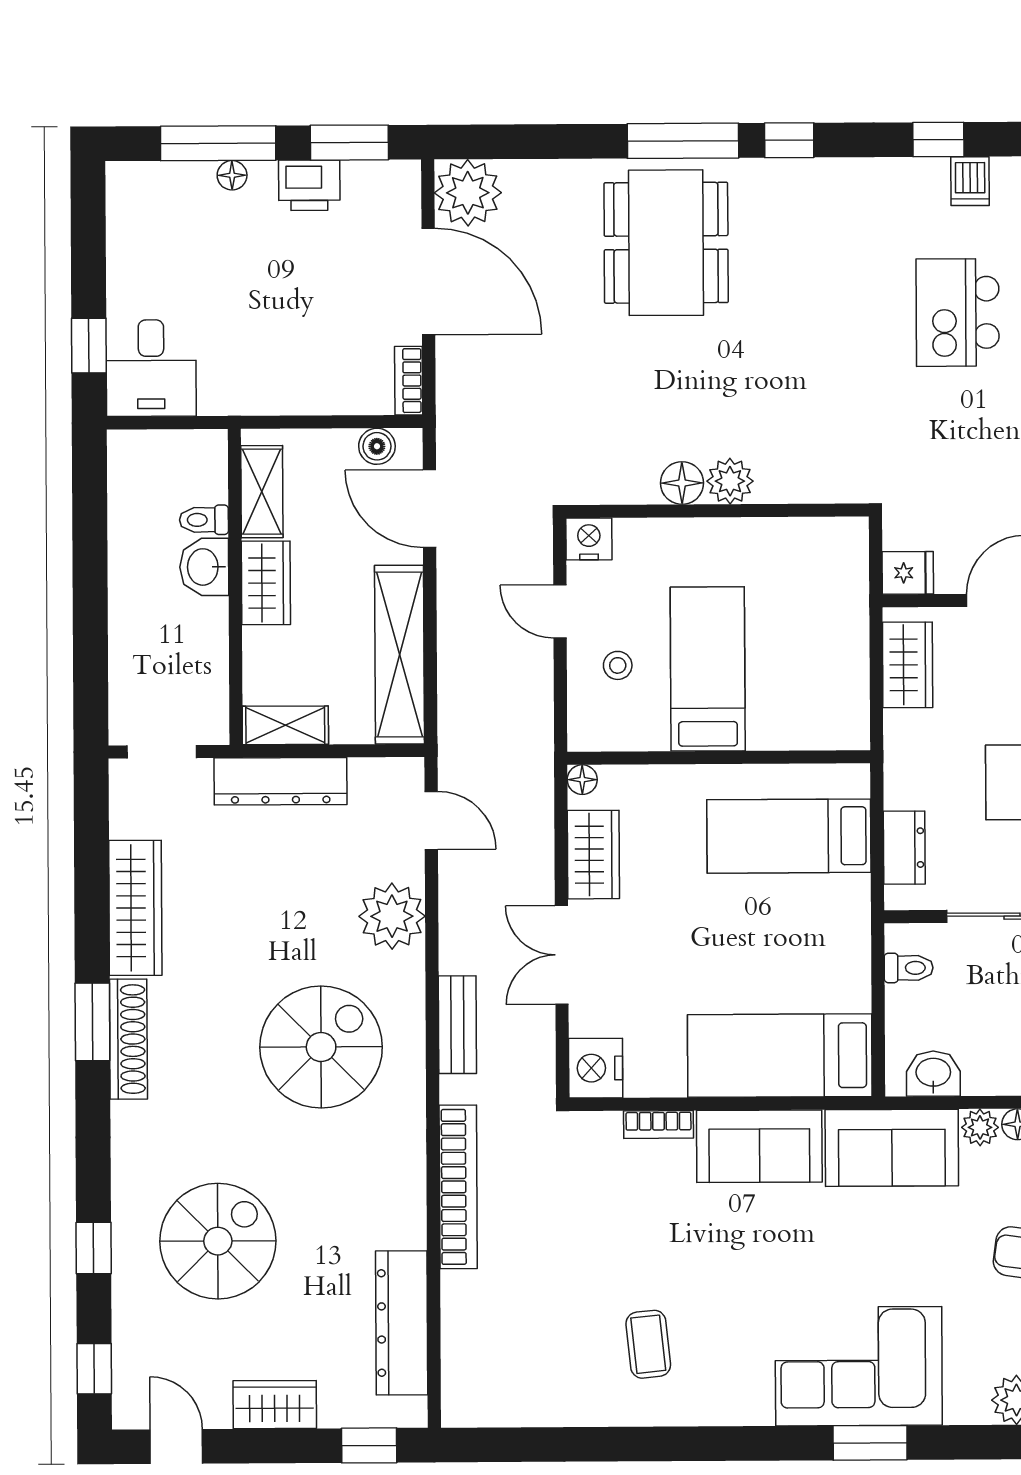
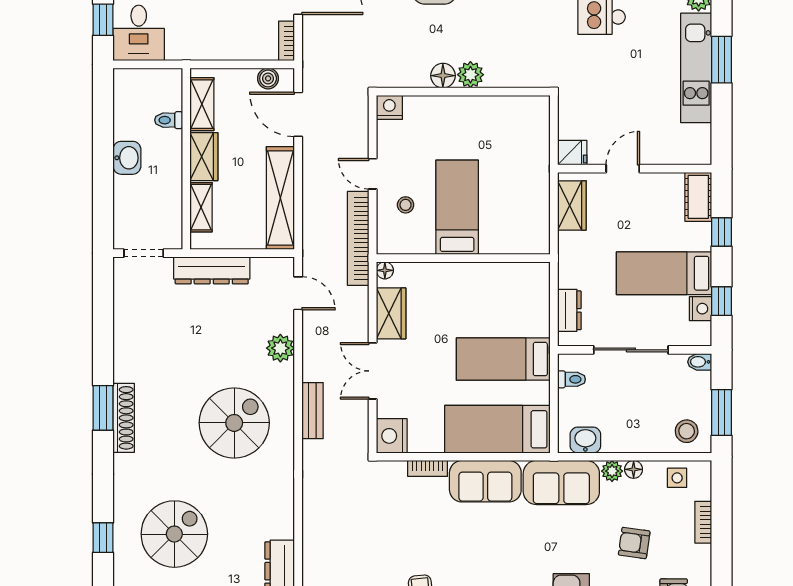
plant: (730, 481) -> (470, 75), moved
floor lamp: (682, 483) -> (443, 76), moved
wall: (717, 511) -> (463, 92), moved
nightstand: (589, 539) -> (389, 107), moved
washbasin: (204, 567) -> (127, 158), moved, turned 180
shelving: (285, 725) -> (201, 207), moved, turned 90
bed: (789, 836) -> (503, 359), moved
wardrobe: (135, 908) -> (128, 343), removed
plant: (392, 916) -> (280, 348), width x0.73, depth x0.73
bookcase: (458, 1187) -> (358, 238), moved, turned 180

